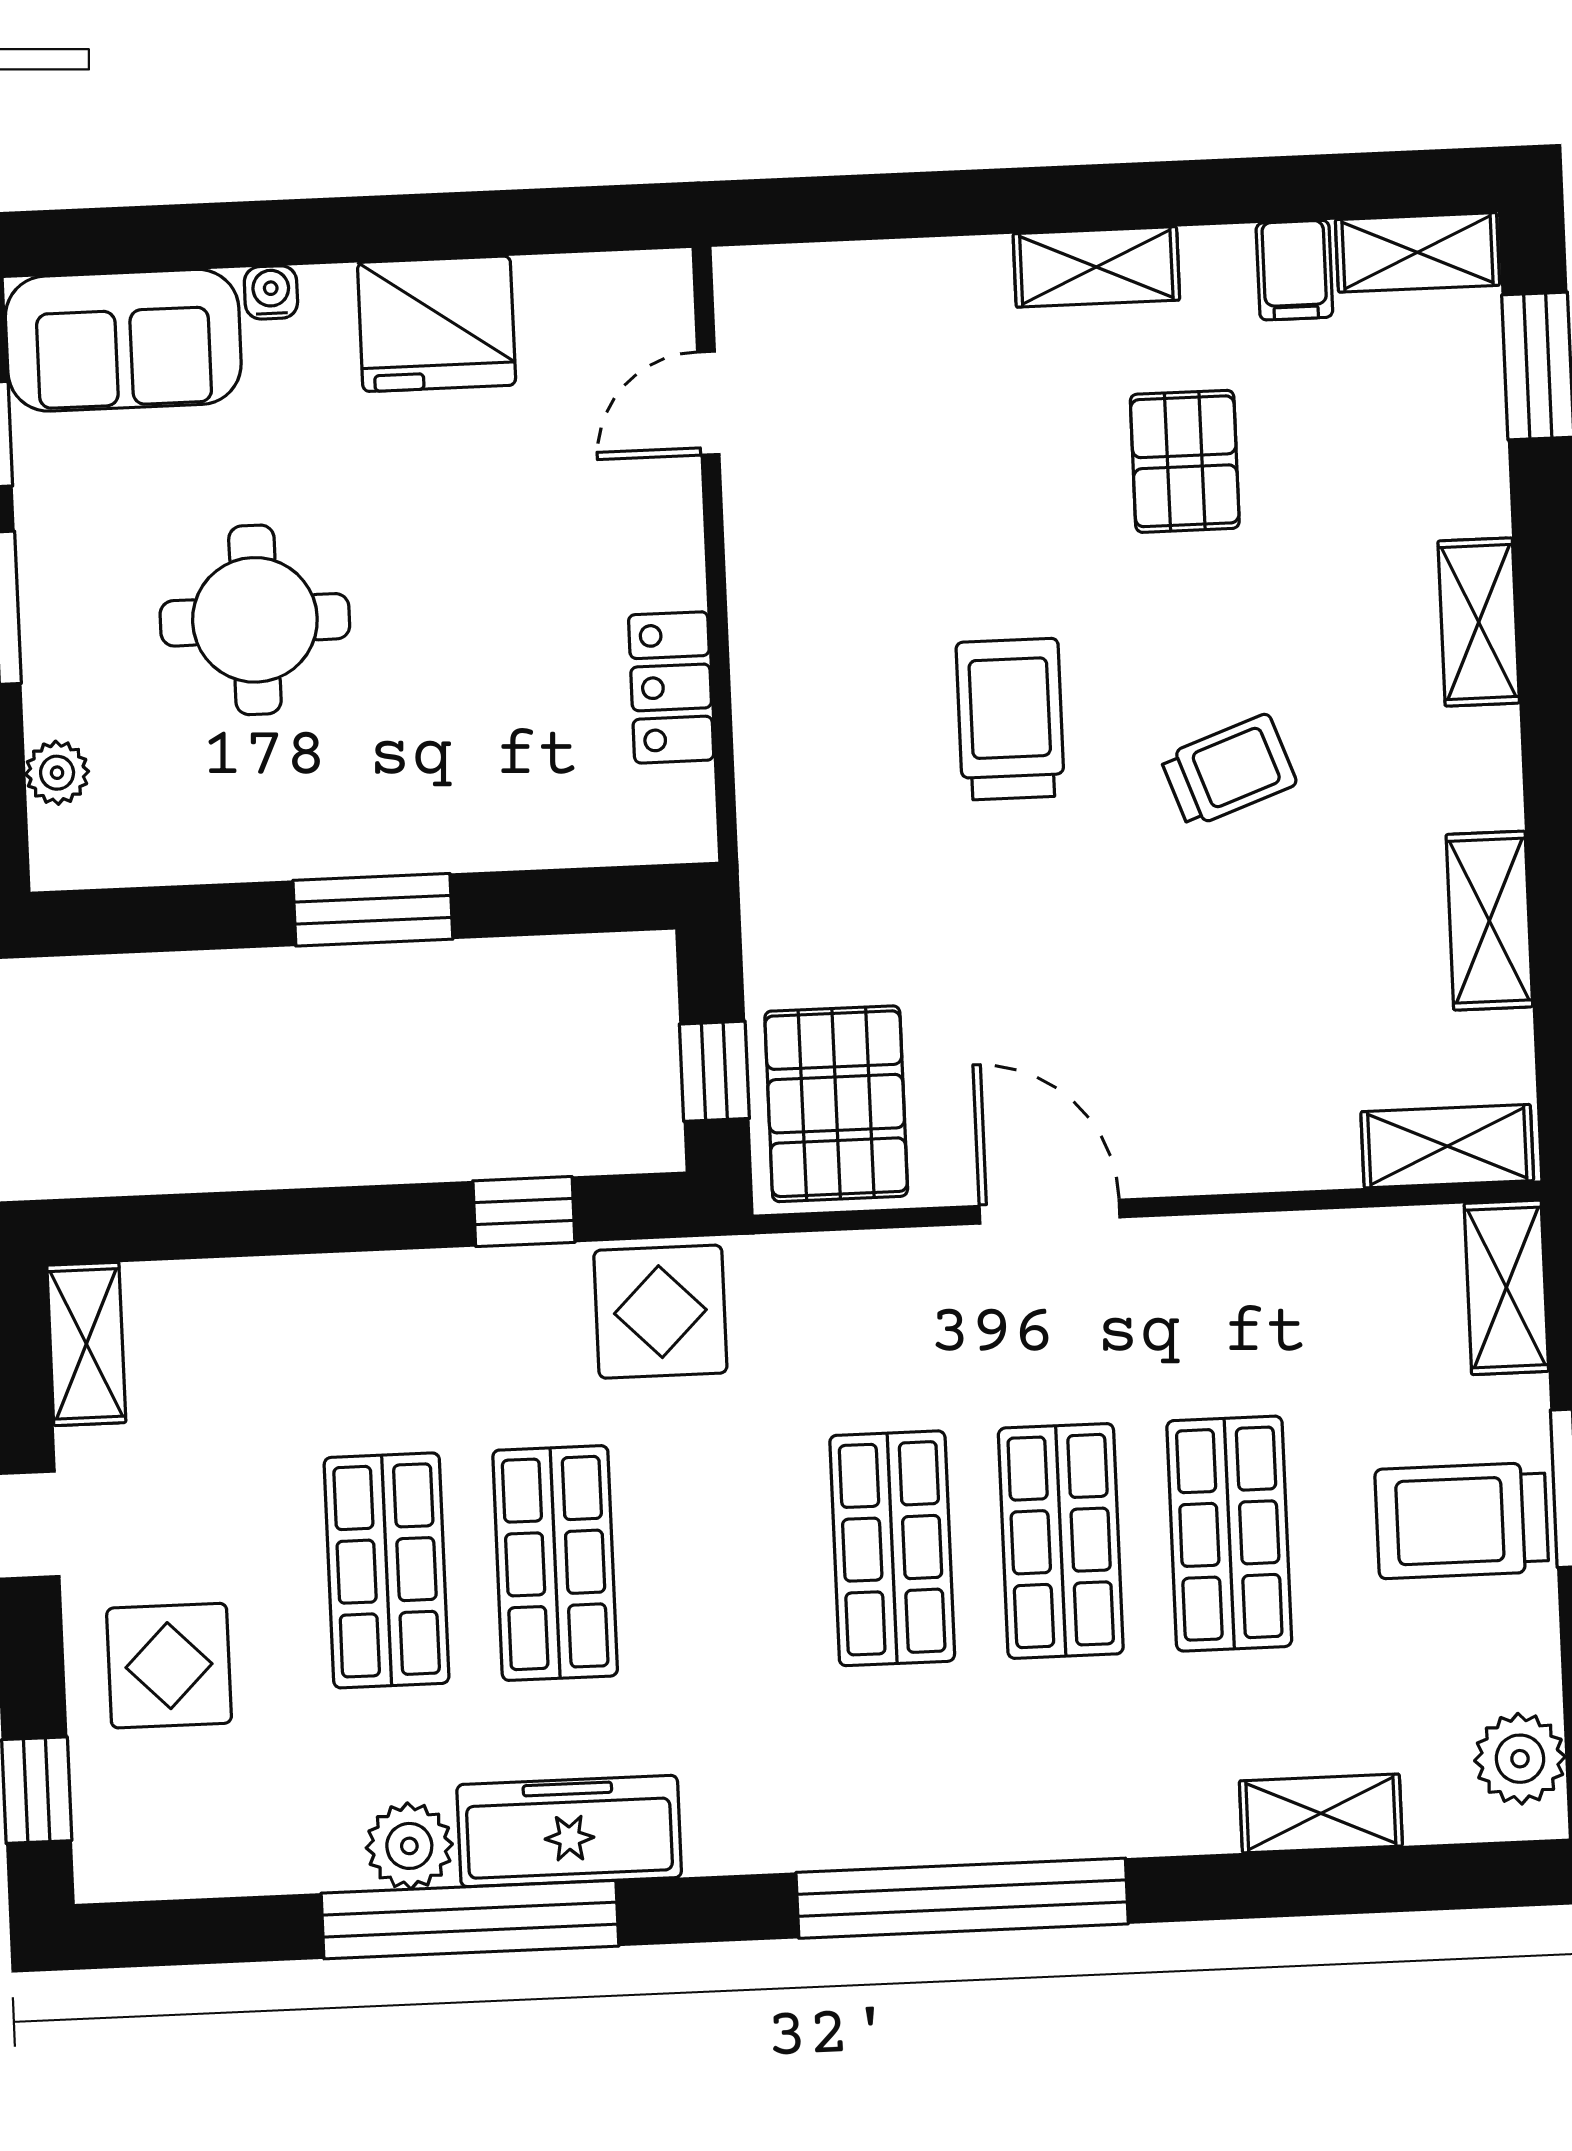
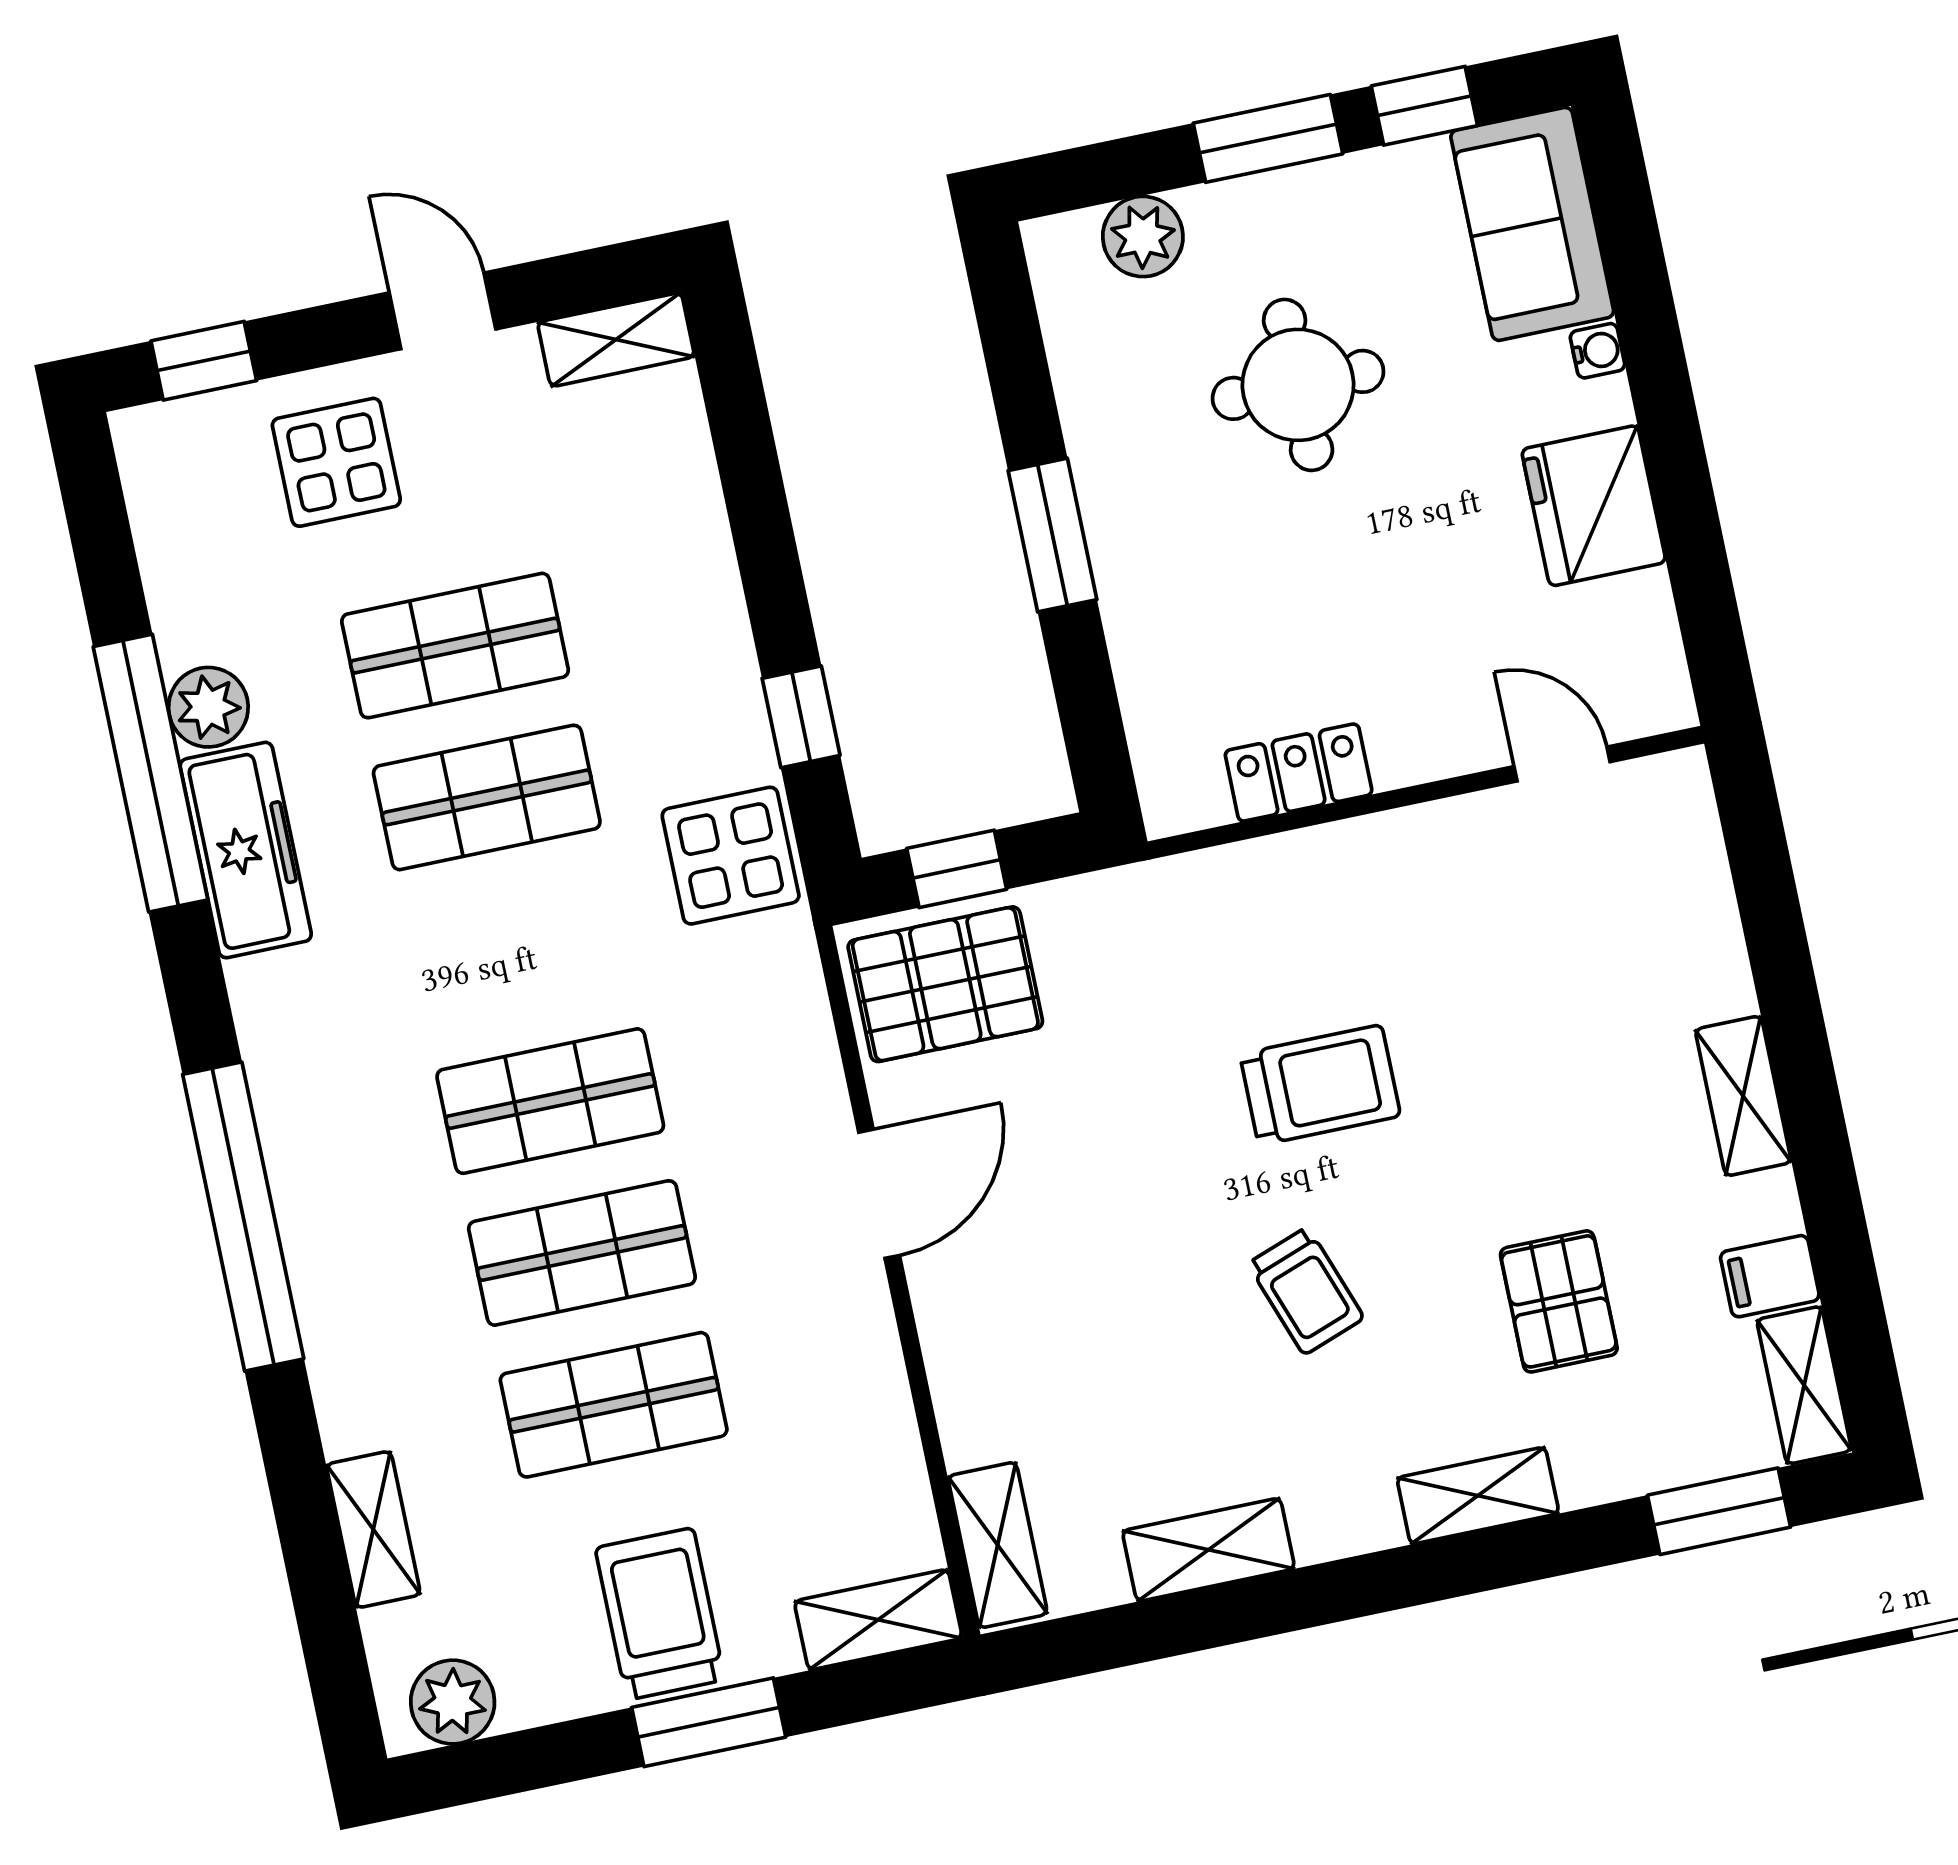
pallet: (1185, 461) -> (1559, 1301), moved, turned 90
plant: (57, 773) -> (1143, 237), width x1.38, depth x1.38

